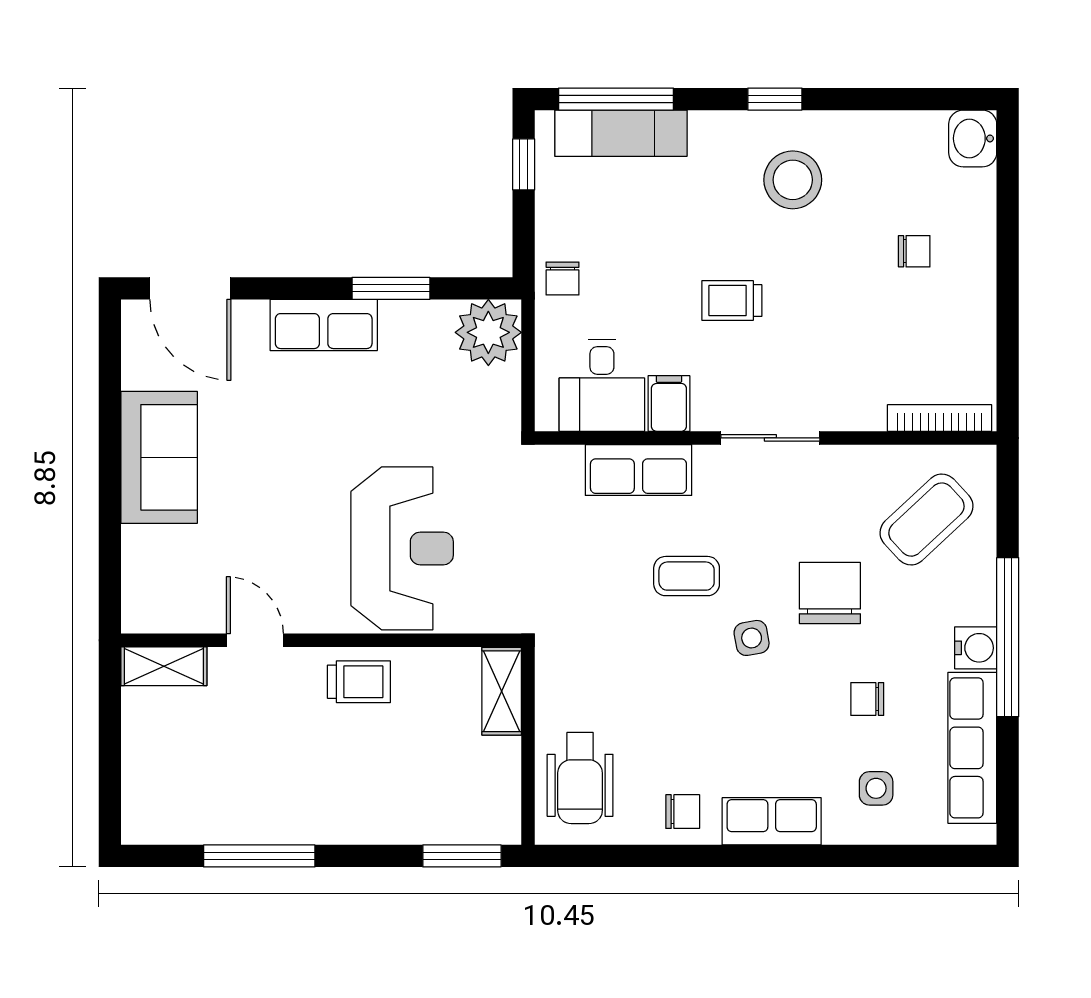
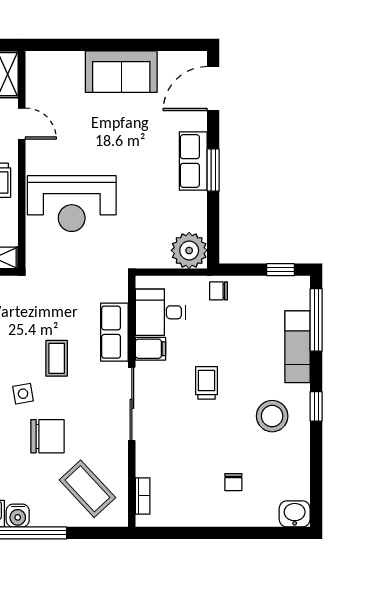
exam couch: (621, 133) -> (297, 347), moved
window: (391, 288) -> (213, 170), moved
bookcase: (940, 418) -> (143, 496), width x0.64
sliding door: (770, 438) -> (132, 404), width x1.37
door: (255, 640) -> (22, 124), hinge flipped

